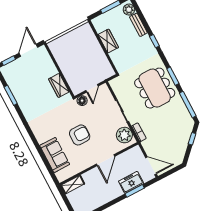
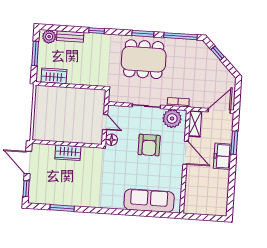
wardrobe: (108, 41) -> (54, 76), moved
wardrobe: (59, 85) -> (68, 153), moved
armchair: (80, 135) -> (149, 145), moved, turned 180
sofa: (55, 155) -> (149, 201), width x1.36
freezer: (131, 182) -> (222, 156), moved
shelving: (73, 185) -> (195, 124), moved

